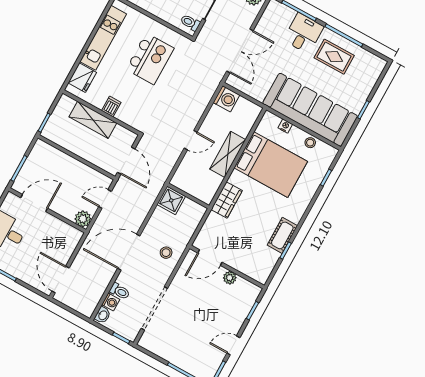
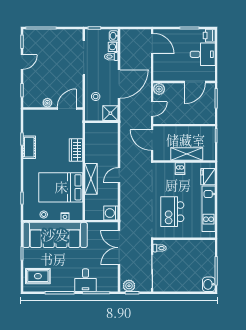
rug: (334, 57) -> (38, 276), moved
wall: (188, 196) -> (101, 122), moved
shower: (171, 200) -> (110, 113), moved

